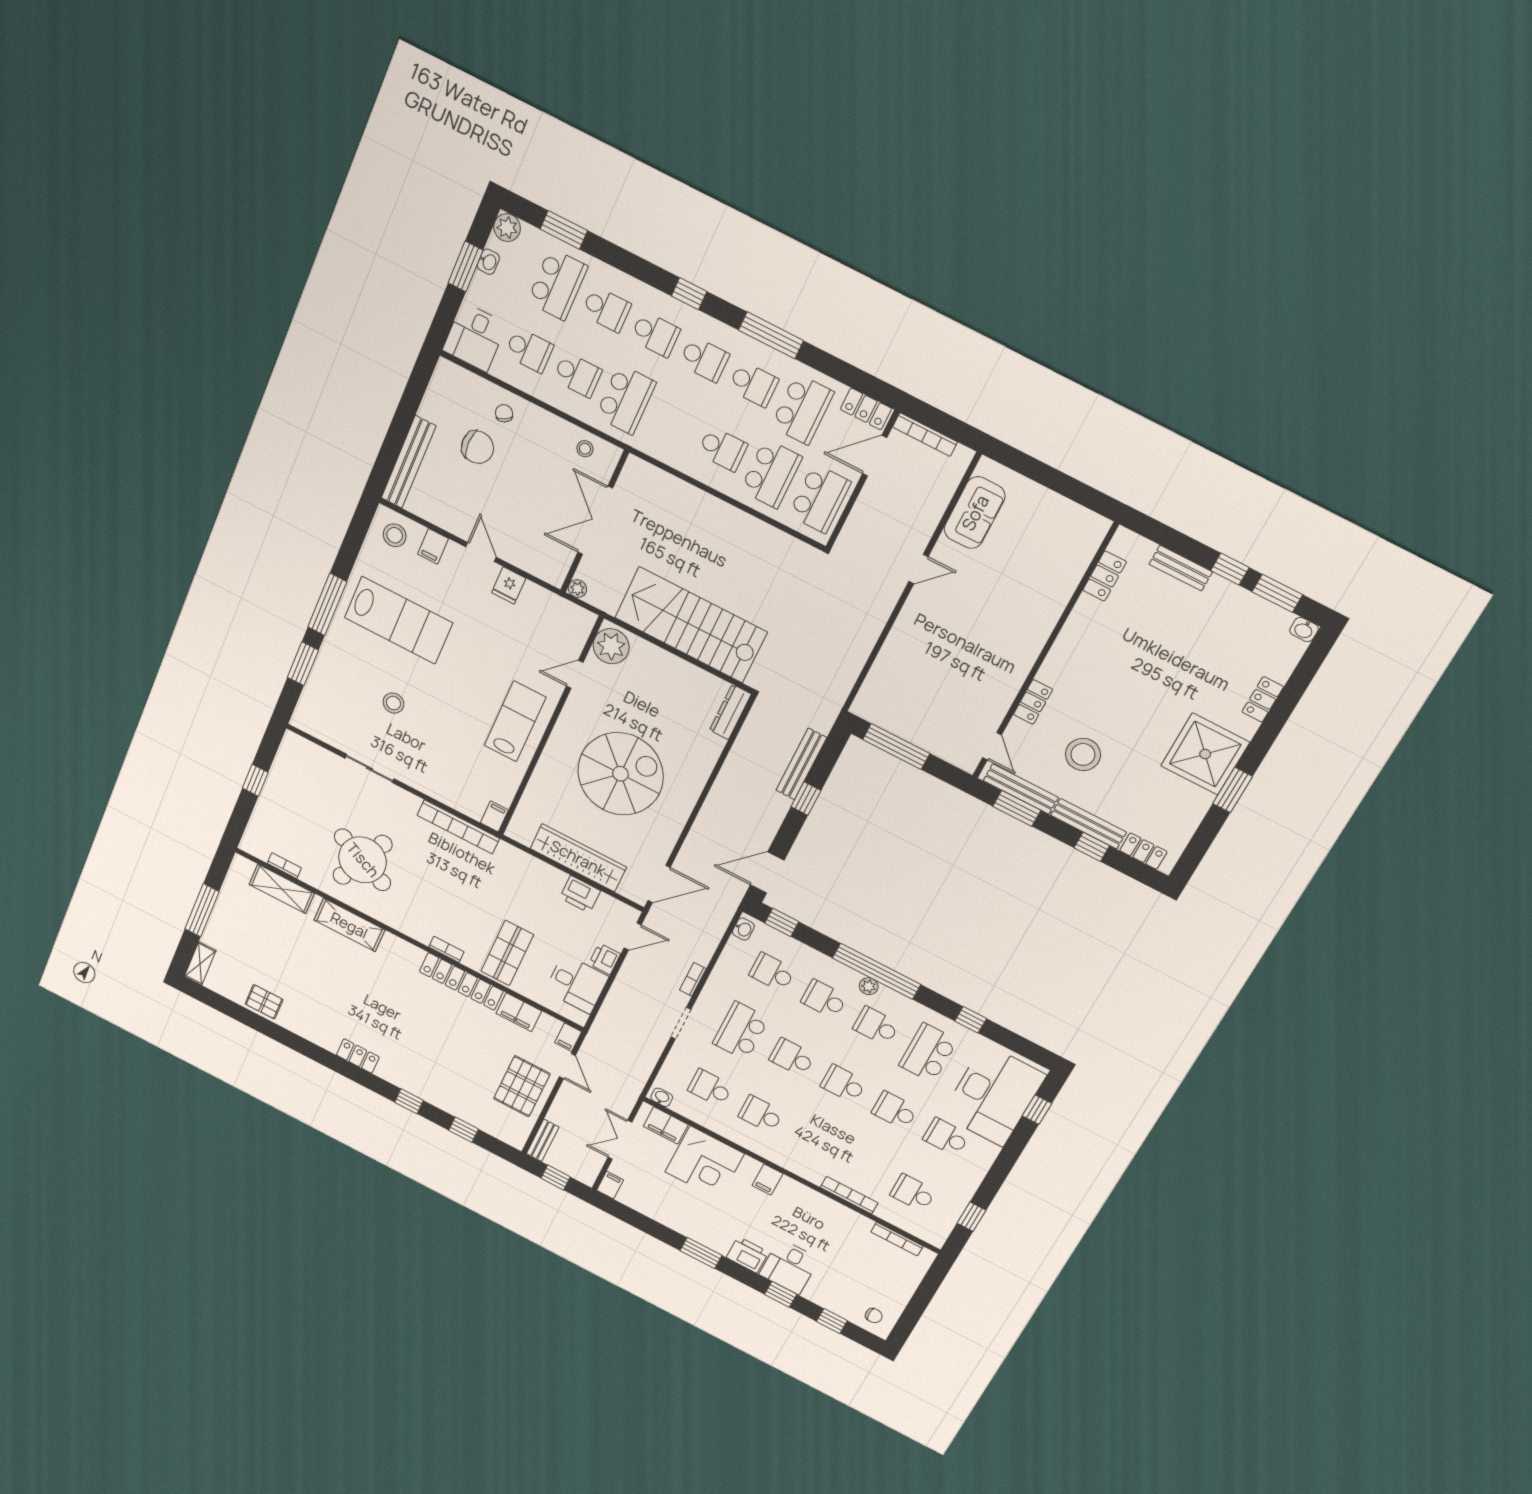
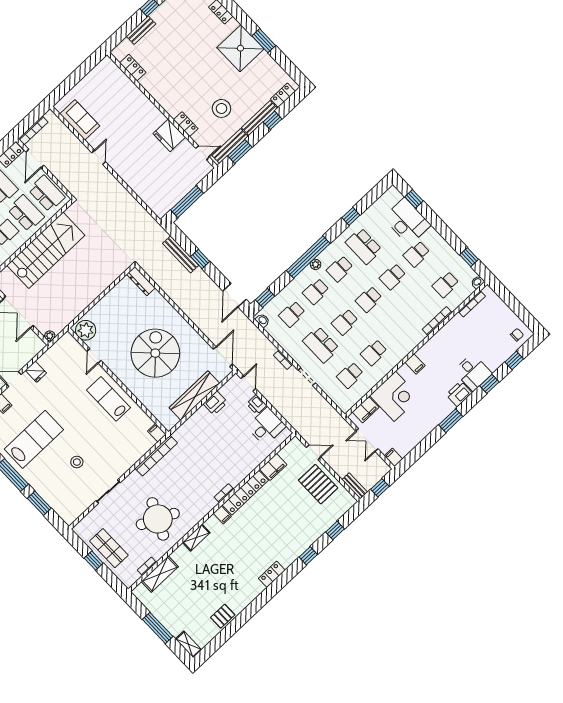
stairs: (691, 625) -> (46, 250), moved, turned 180
fridge: (1002, 680) -> (169, 135), added
shelving: (349, 925) -> (196, 538), width x0.67, depth x0.75
shop shelf: (507, 953) -> (109, 548), moved
filing cabinet: (568, 1037) -> (222, 515), moved
desk: (993, 1095) -> (407, 221), width x0.73, depth x0.77
washbasin: (662, 1097) -> (478, 282), moved

